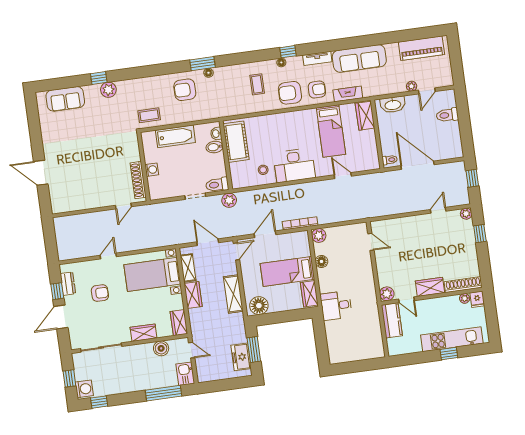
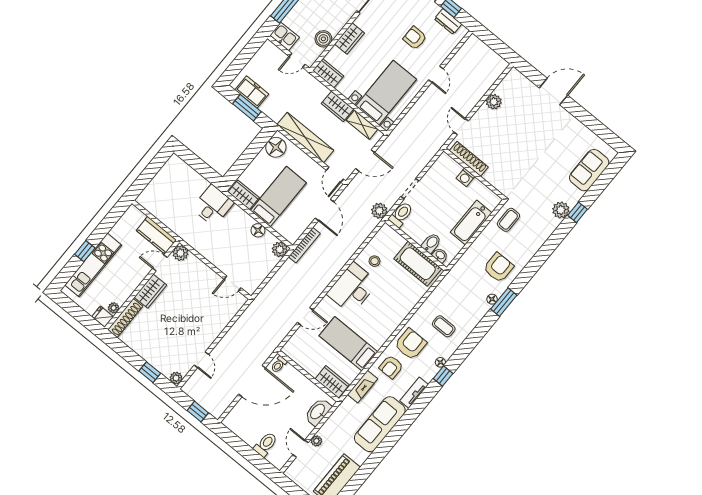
plant: (87, 202) -> (494, 102), added
armchair: (100, 293) -> (415, 38), turned 90
shelving: (233, 294) -> (305, 137), width x1.47

